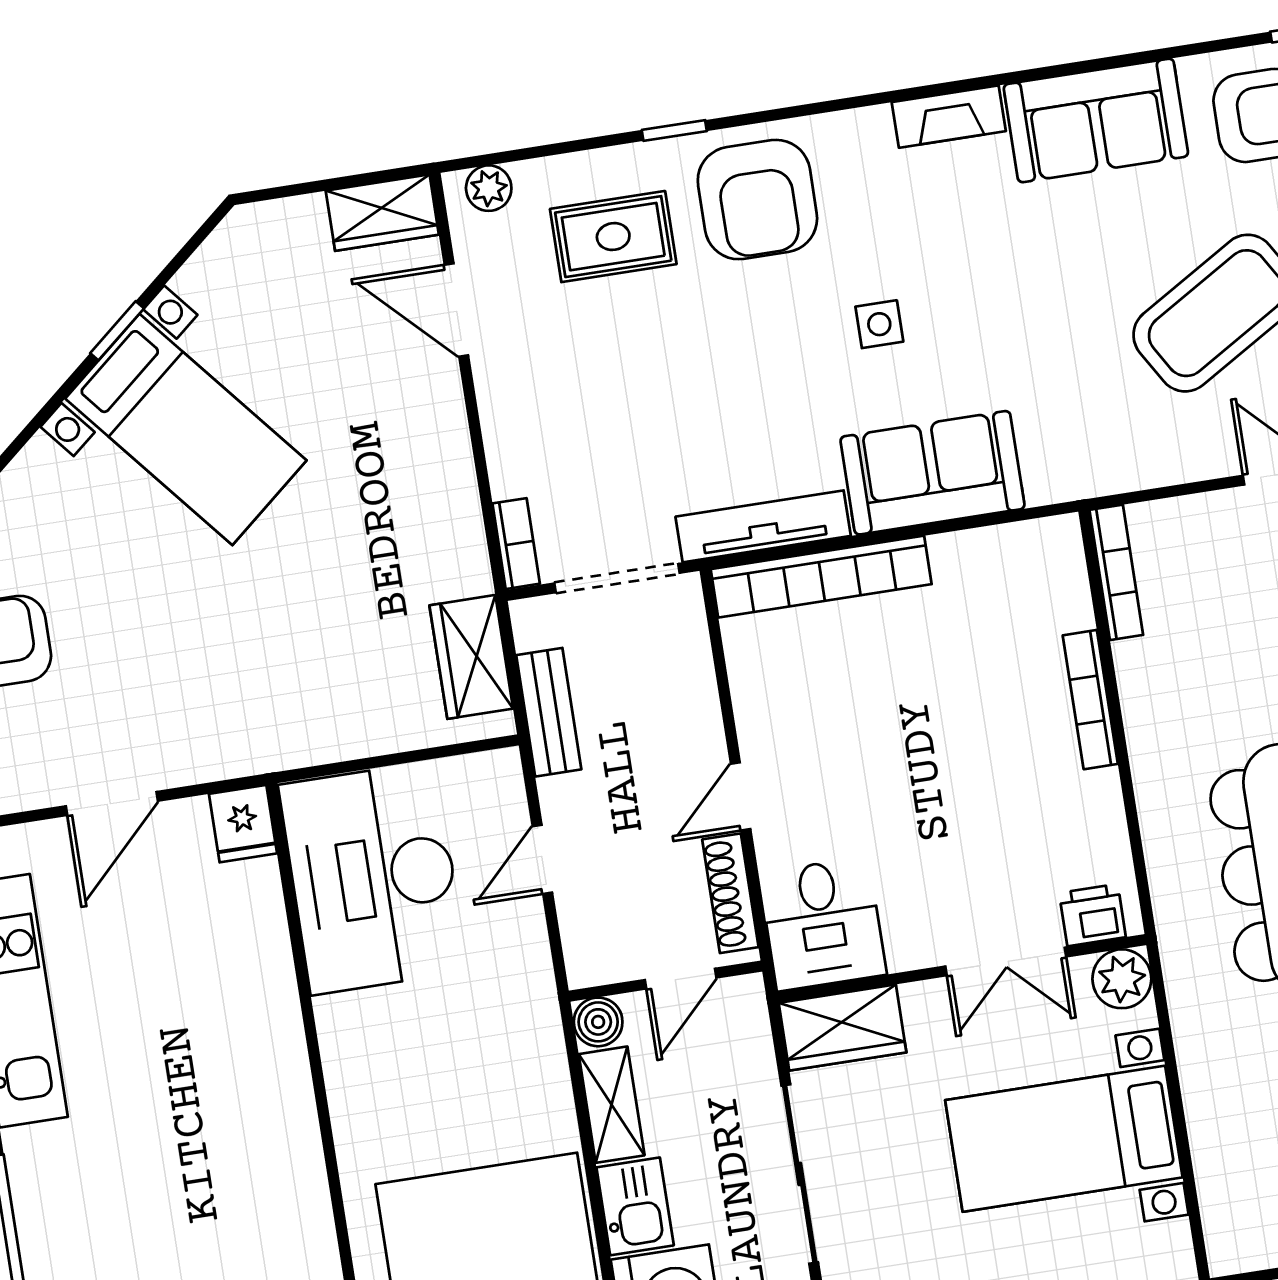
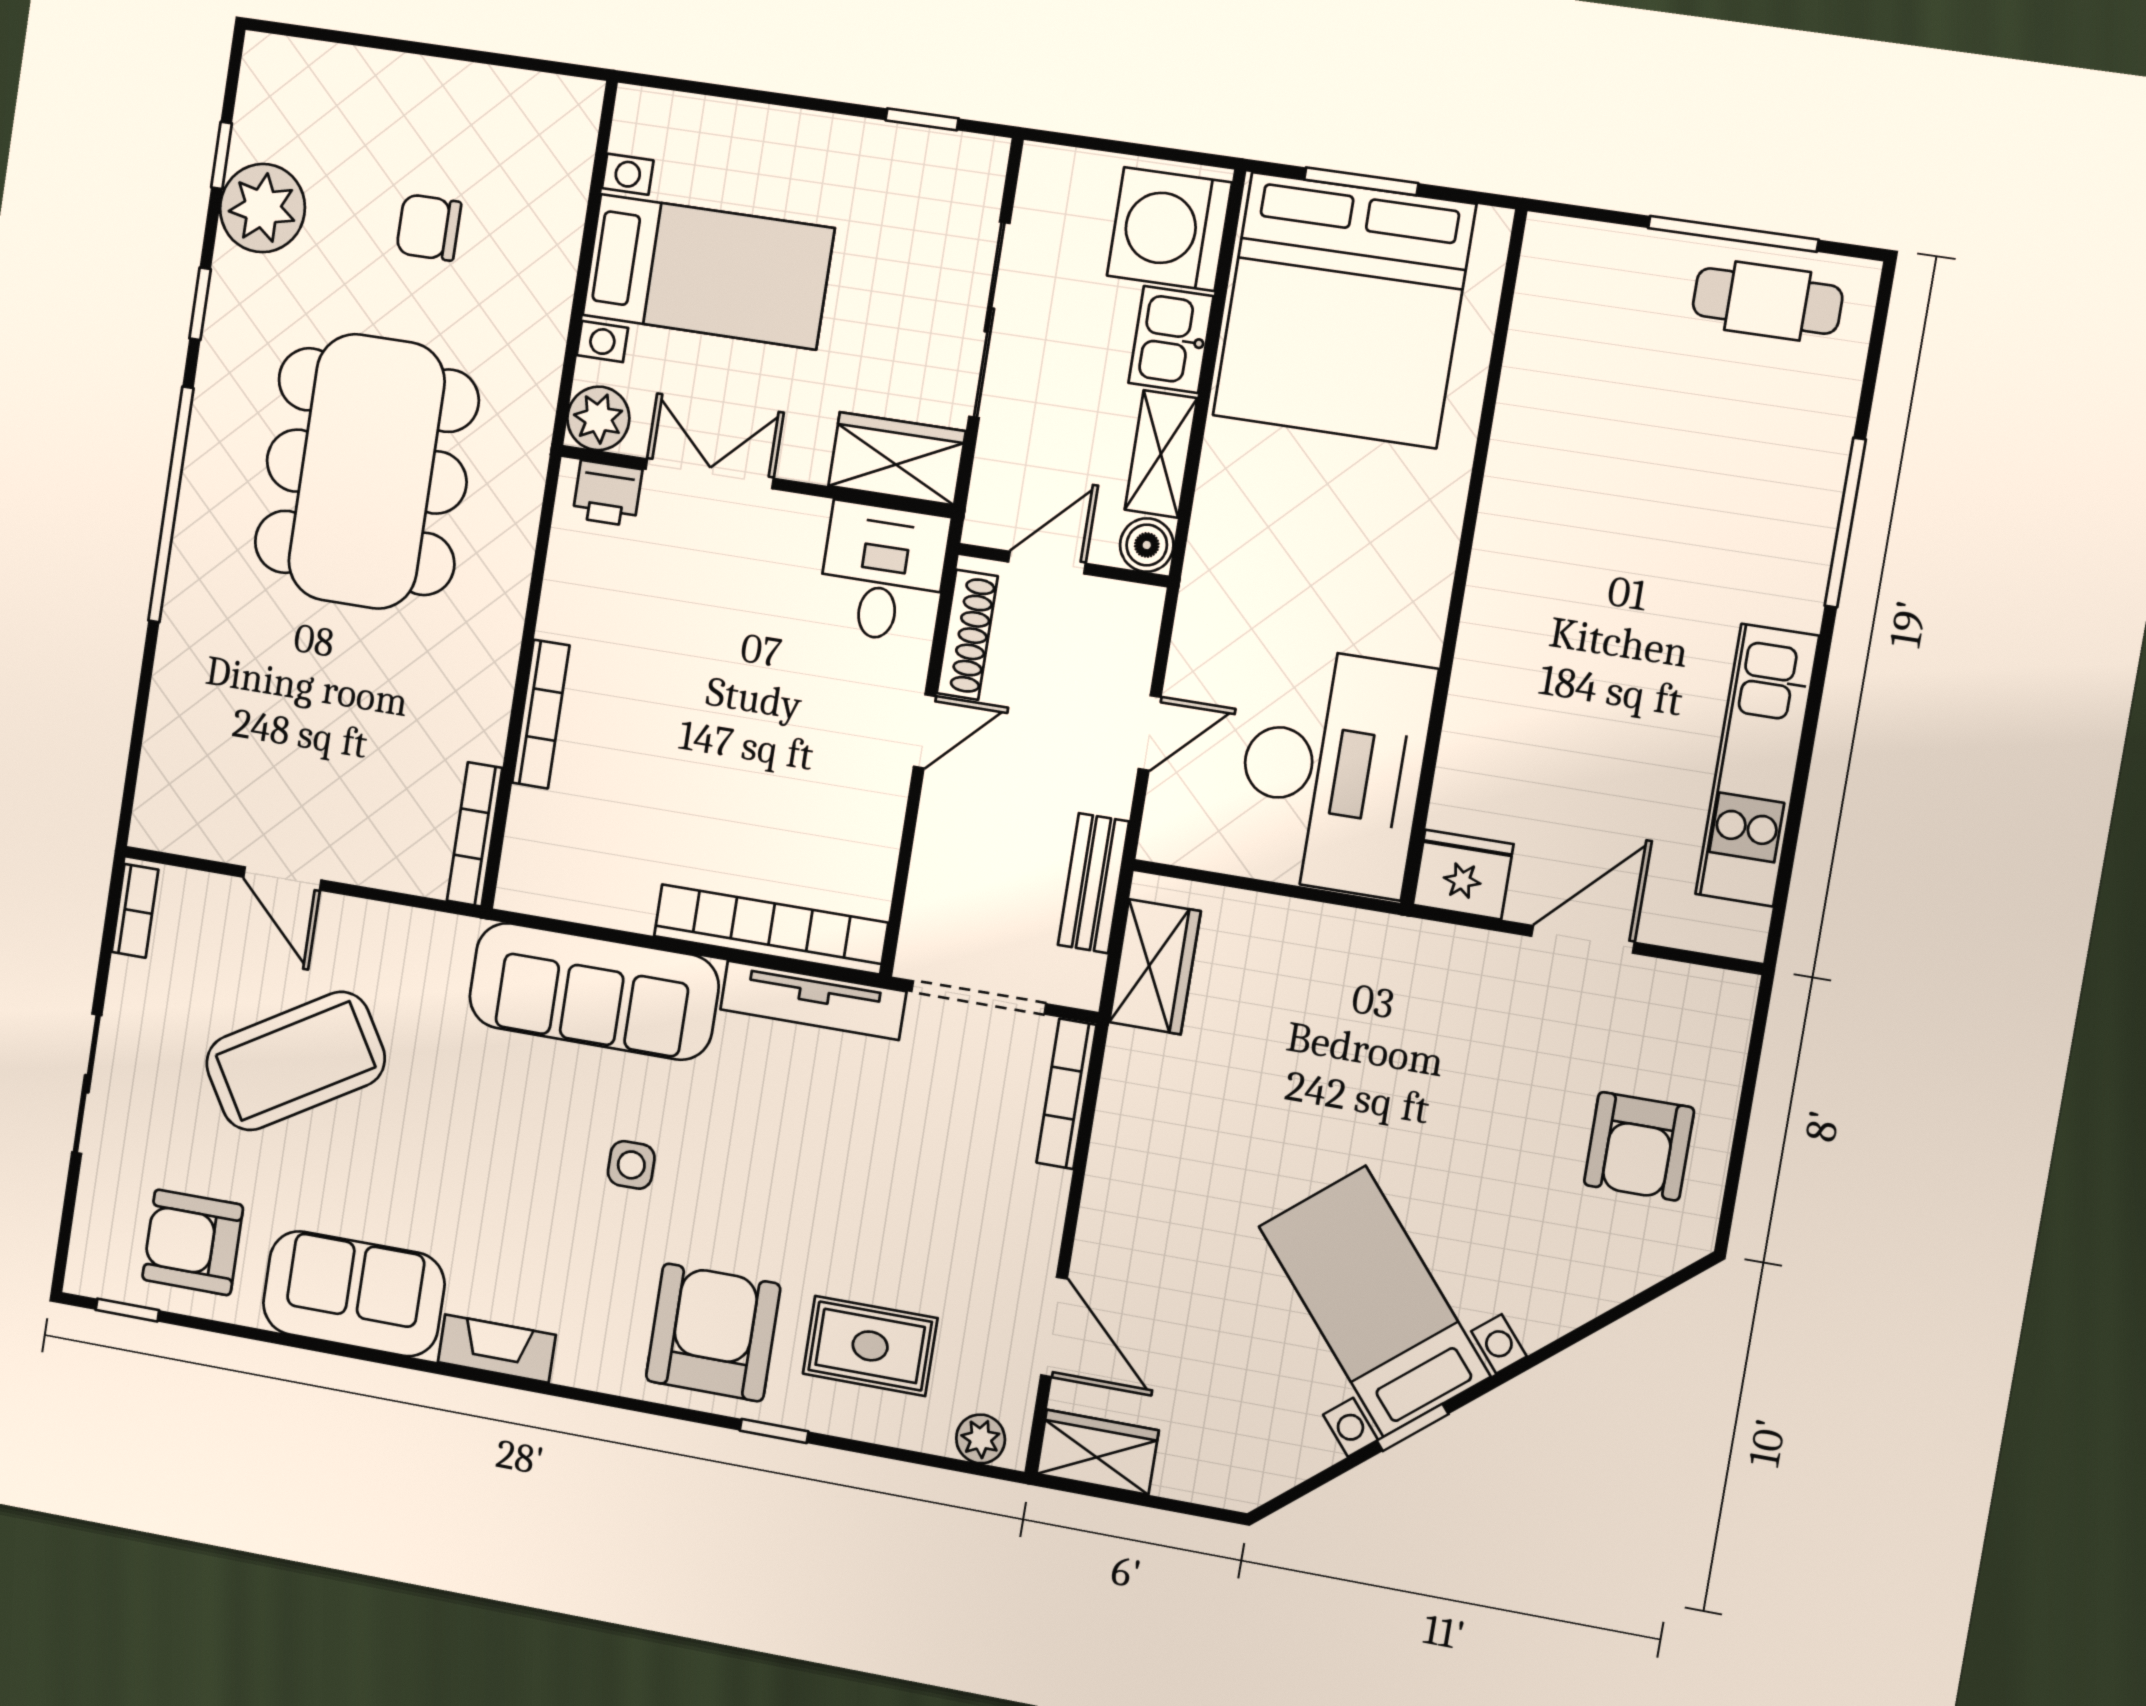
sofa: (932, 473) -> (594, 991), width x1.36
bookcase: (516, 544) -> (1066, 1094), width x1.56
fridge: (243, 824) -> (1463, 875), width x1.38

